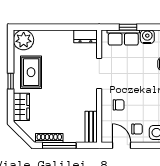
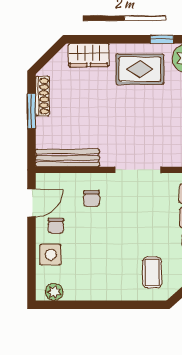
window: (11, 81) -> (162, 39), moved
bench: (91, 127) -> (67, 158), width x1.36
window: (59, 145) -> (31, 111), width x0.69

